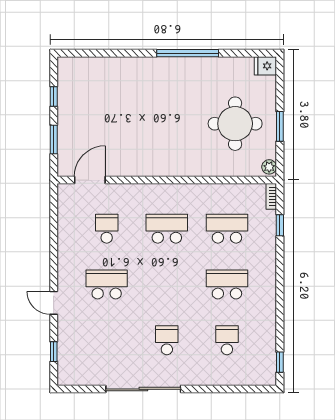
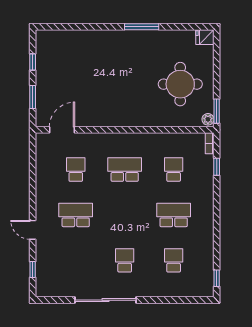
window: (188, 53) -> (142, 27), width x0.68
window: (280, 126) -> (217, 111), moved
school desk: (227, 229) -> (174, 170), width x0.54

